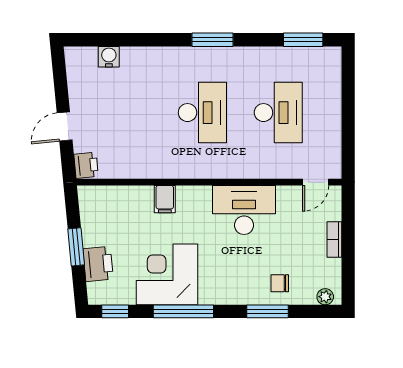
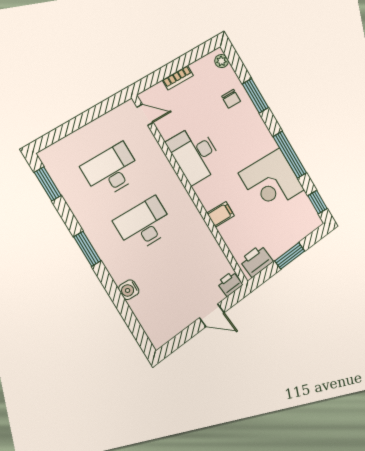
water cooler: (109, 57) -> (129, 290), moved
printer: (98, 264) -> (256, 261), moved

